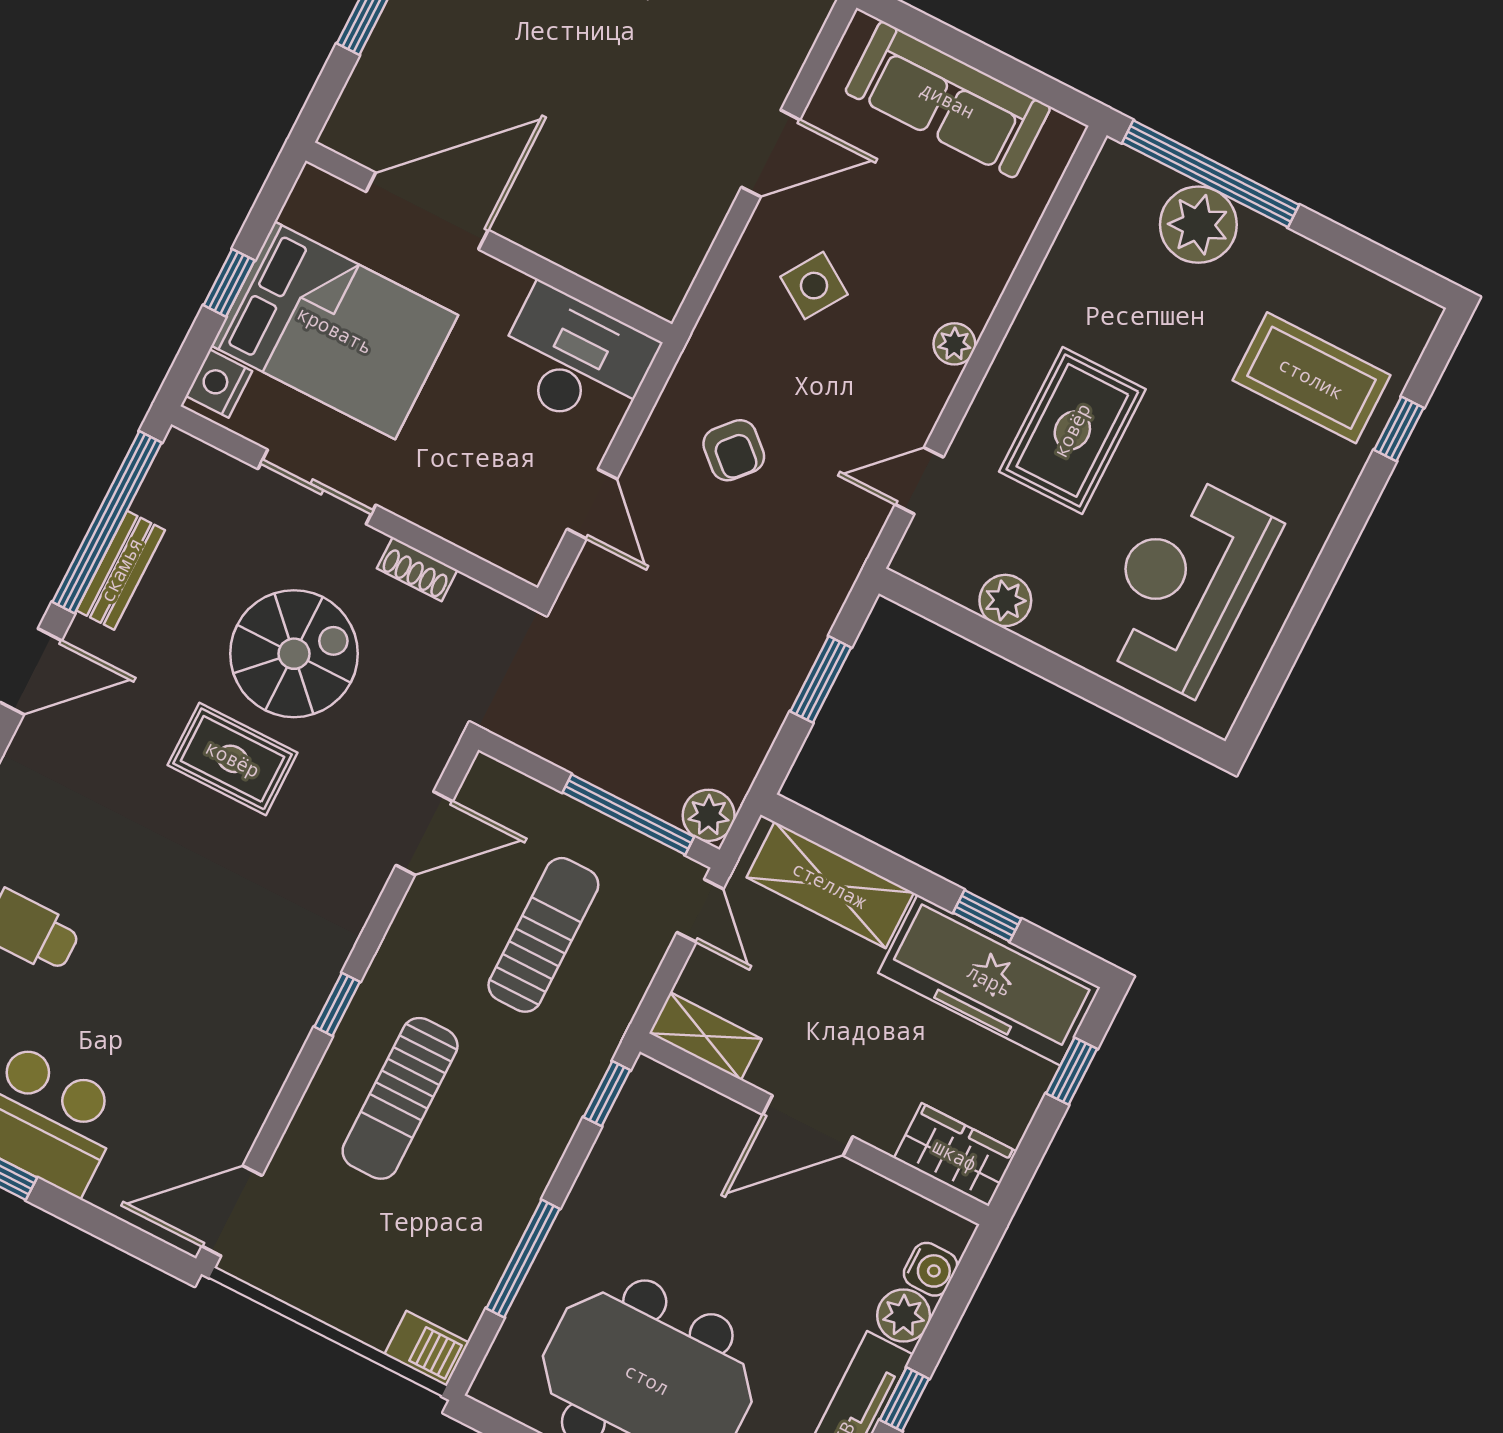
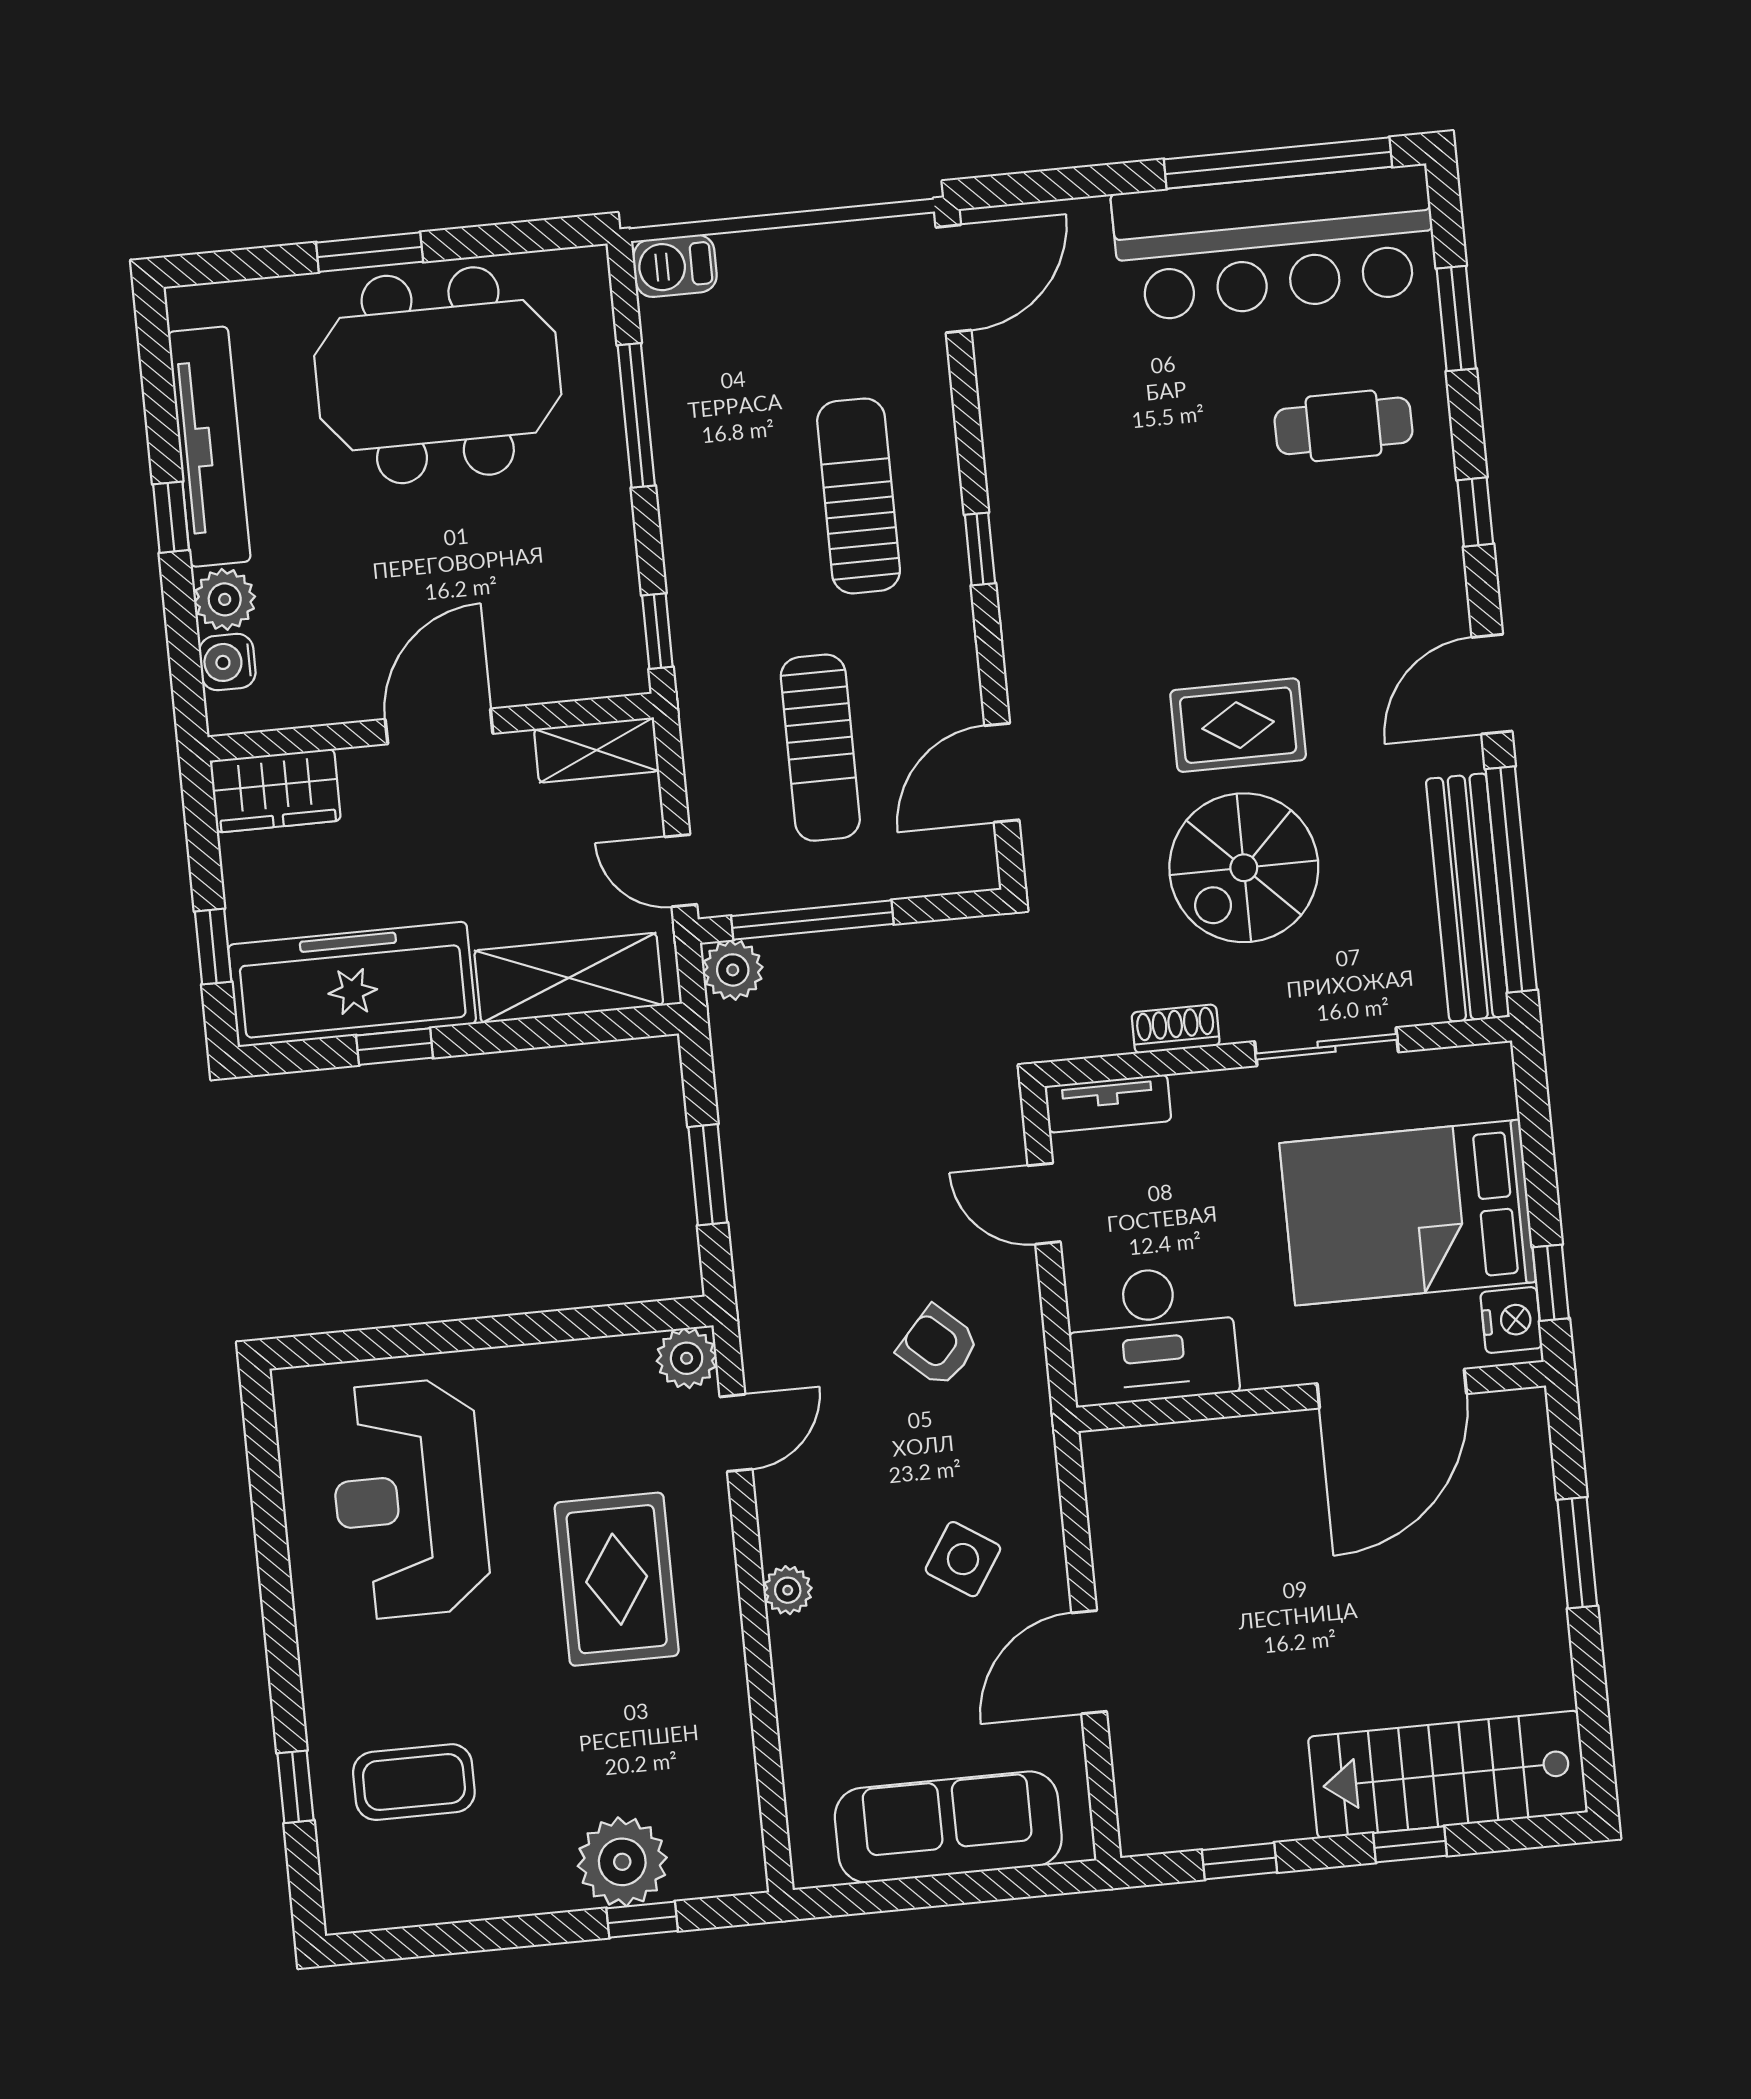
window: (1211, 174) -> (642, 1920), width x0.32
window: (229, 283) -> (1551, 1283), moved
coffee table: (1311, 378) -> (414, 1782), width x0.73, depth x0.76
nightstand: (219, 384) -> (1511, 1320), moved
tv unit: (500, 547) -> (1108, 1104), added
bench: (121, 570) -> (1468, 898), width x1.86, depth x1.21
reception desk: (1185, 584) -> (409, 1499), turned 180
plant: (1005, 600) -> (687, 1358), moved

